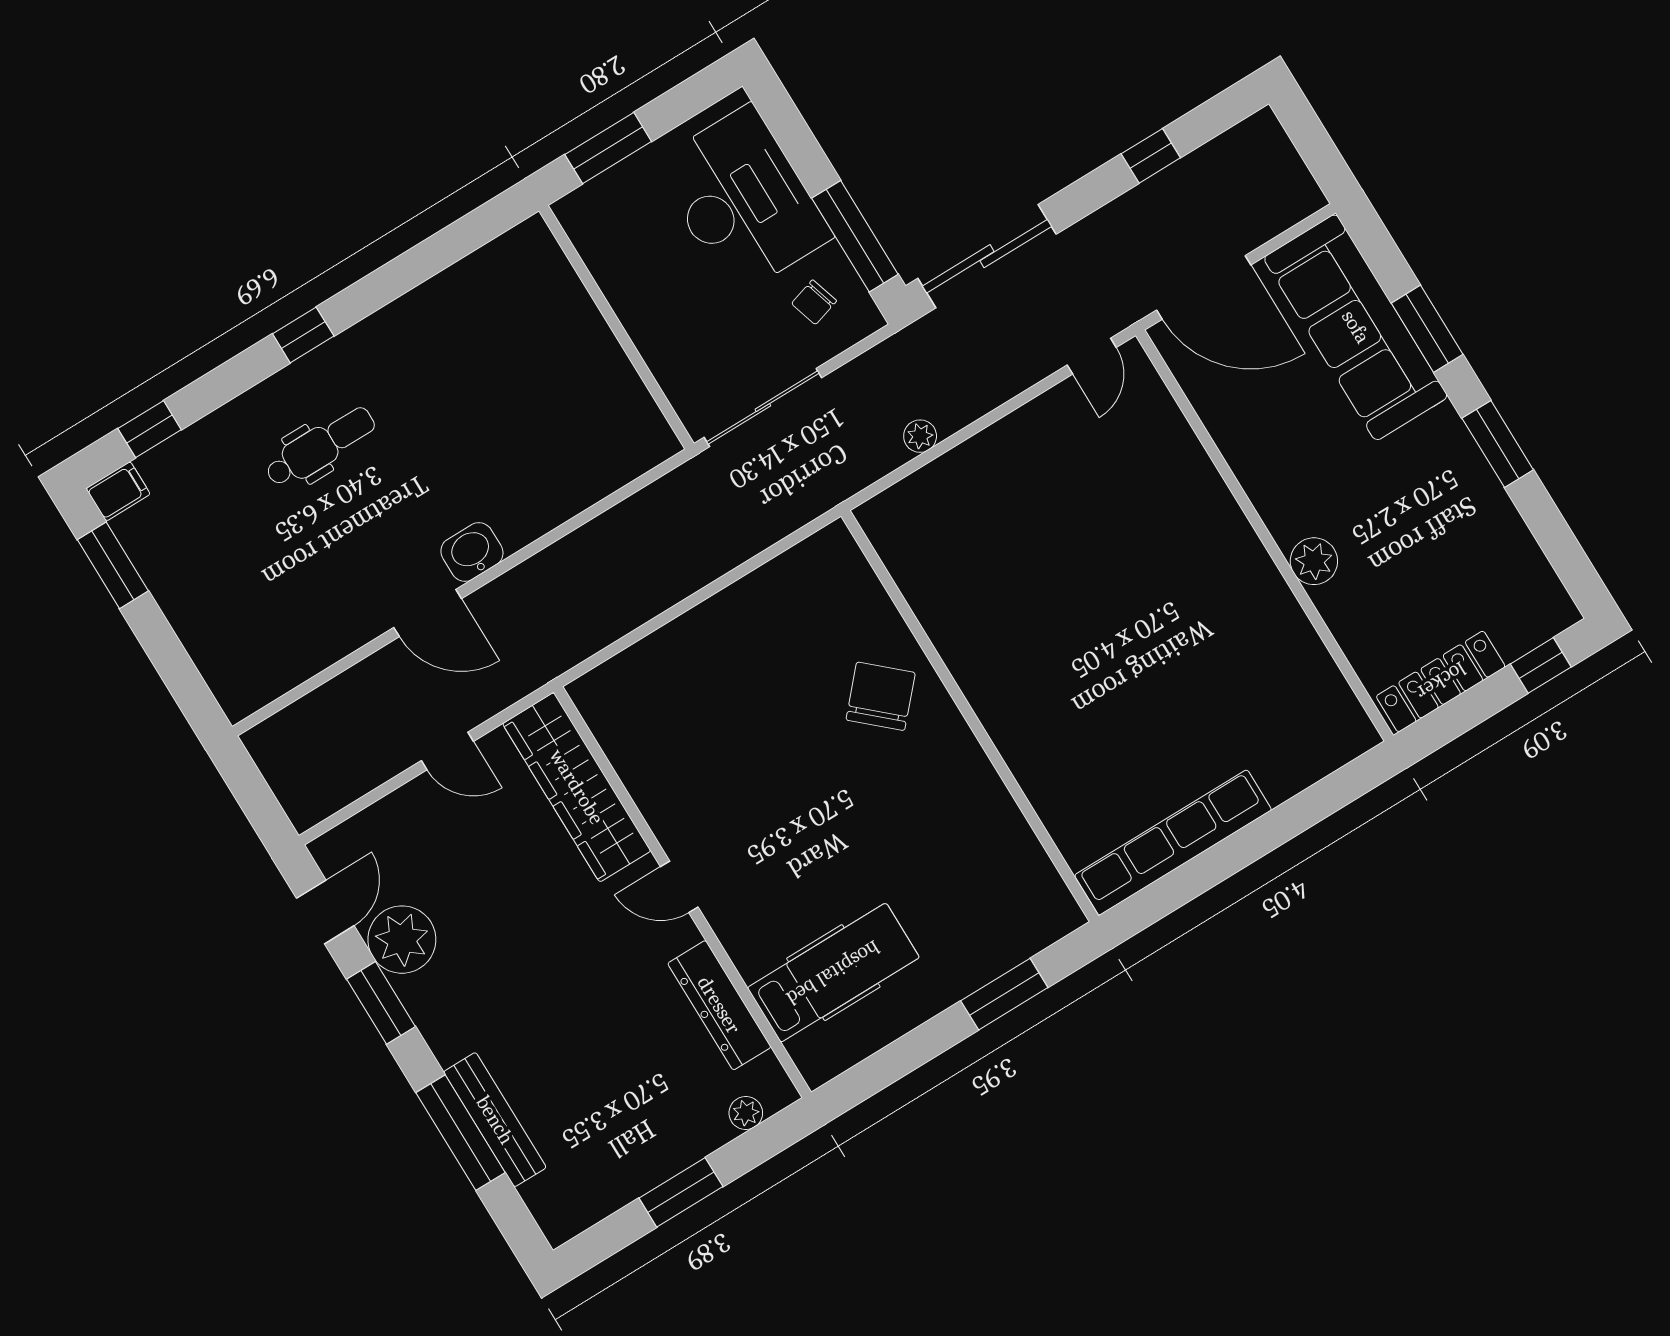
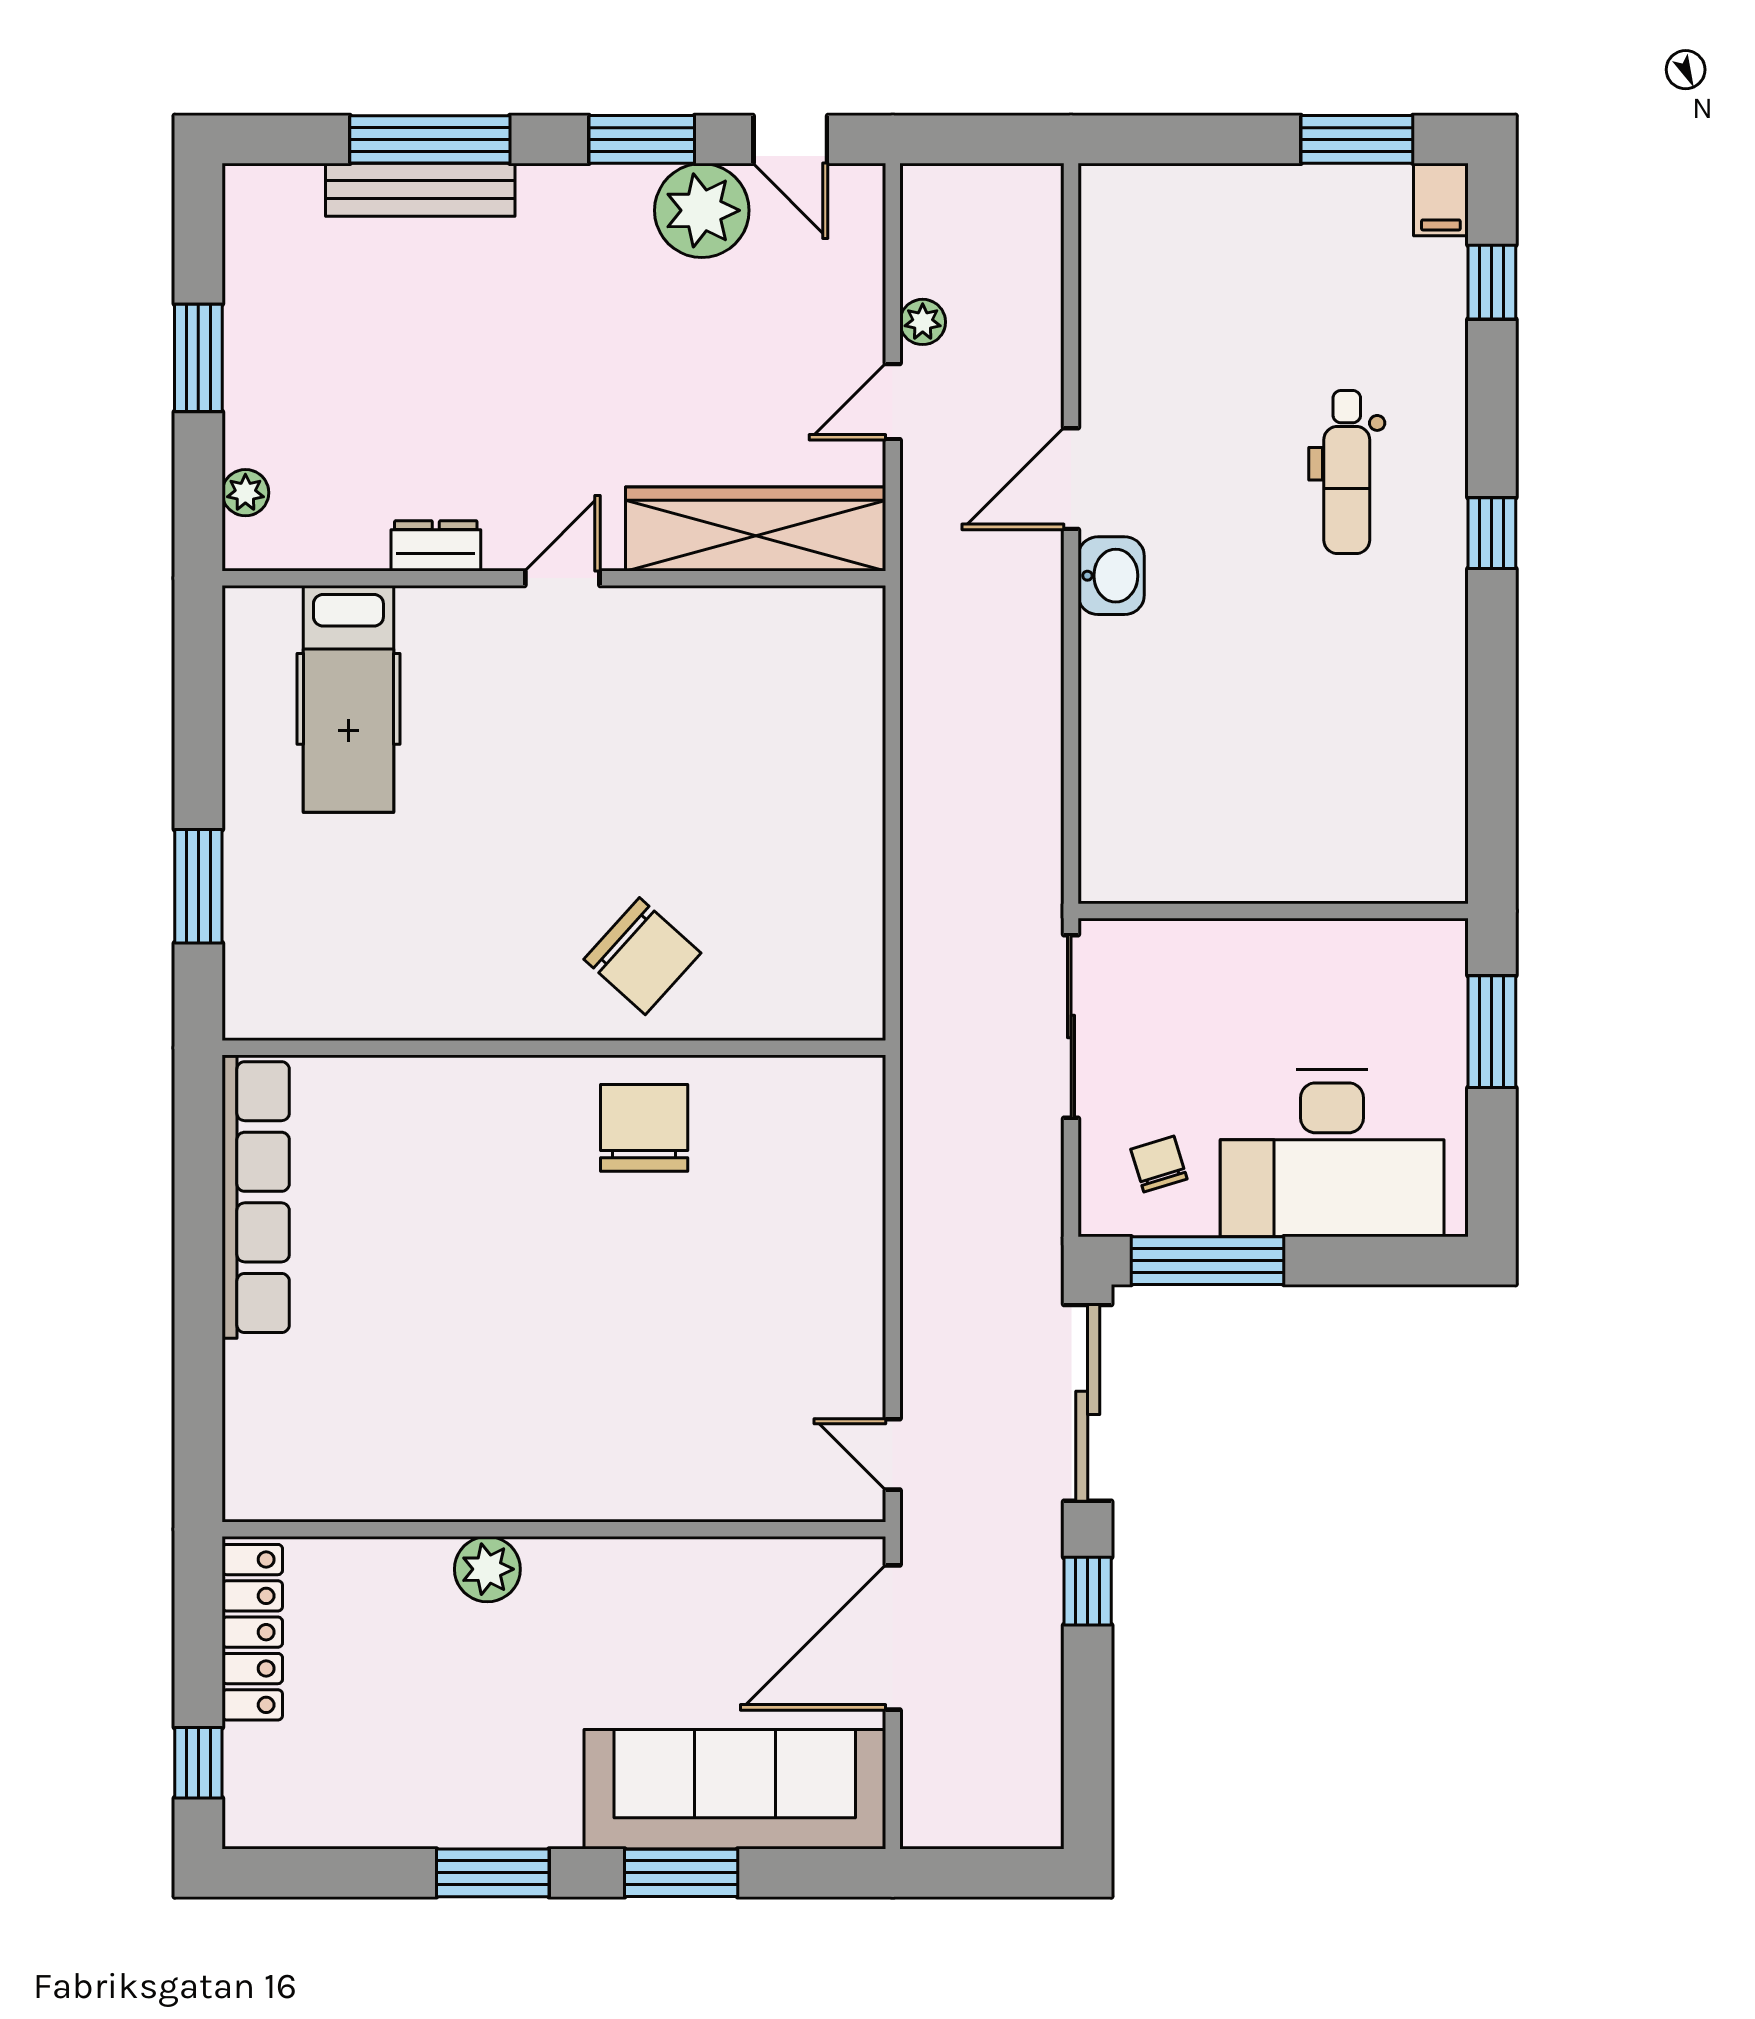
window: (1151, 156) -> (1088, 1591), moved
plant: (920, 436) -> (923, 322), moved
chair: (985, 631) -> (644, 1128), added
dresser: (719, 1005) -> (436, 546), width x0.51, depth x0.80

